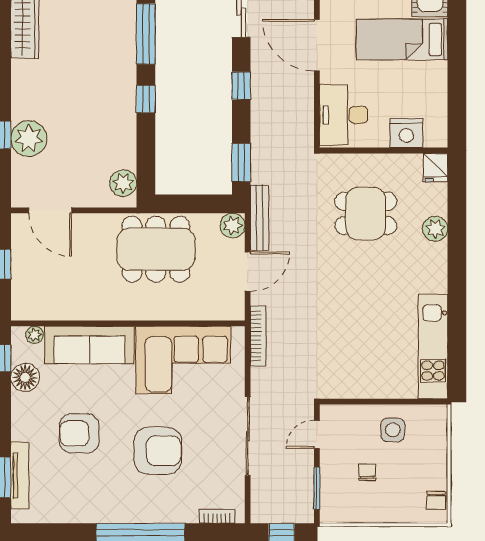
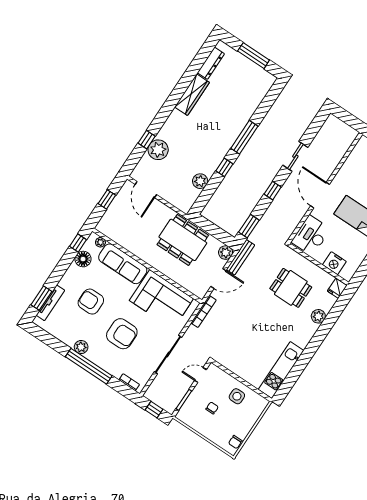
plant: (123, 183) -> (200, 181), moved
plant: (110, 511) -> (81, 347), added

